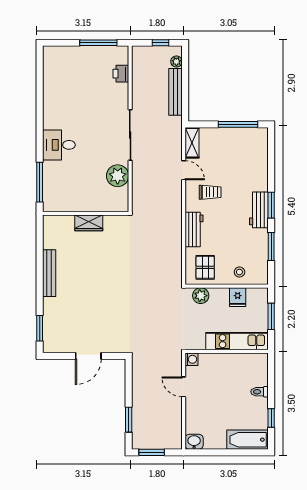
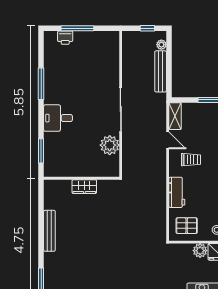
window: (98, 43) -> (77, 28), moved
printer: (121, 74) -> (65, 38), moved, turned -90
window: (40, 106) -> (41, 84), added
window: (40, 182) -> (41, 151), width x0.69
pallet: (205, 267) -> (187, 226), turned 90
plant: (201, 296) -> (200, 251), moved

